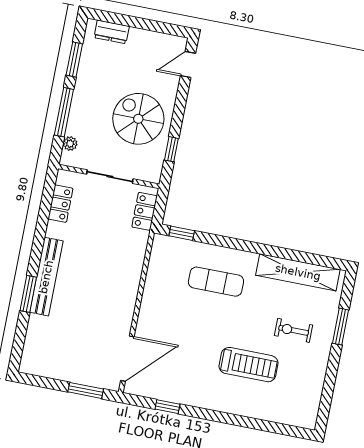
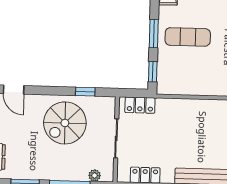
window: (227, 242) -> (154, 34), added
exercise mat: (216, 282) -> (188, 37), turned 90

